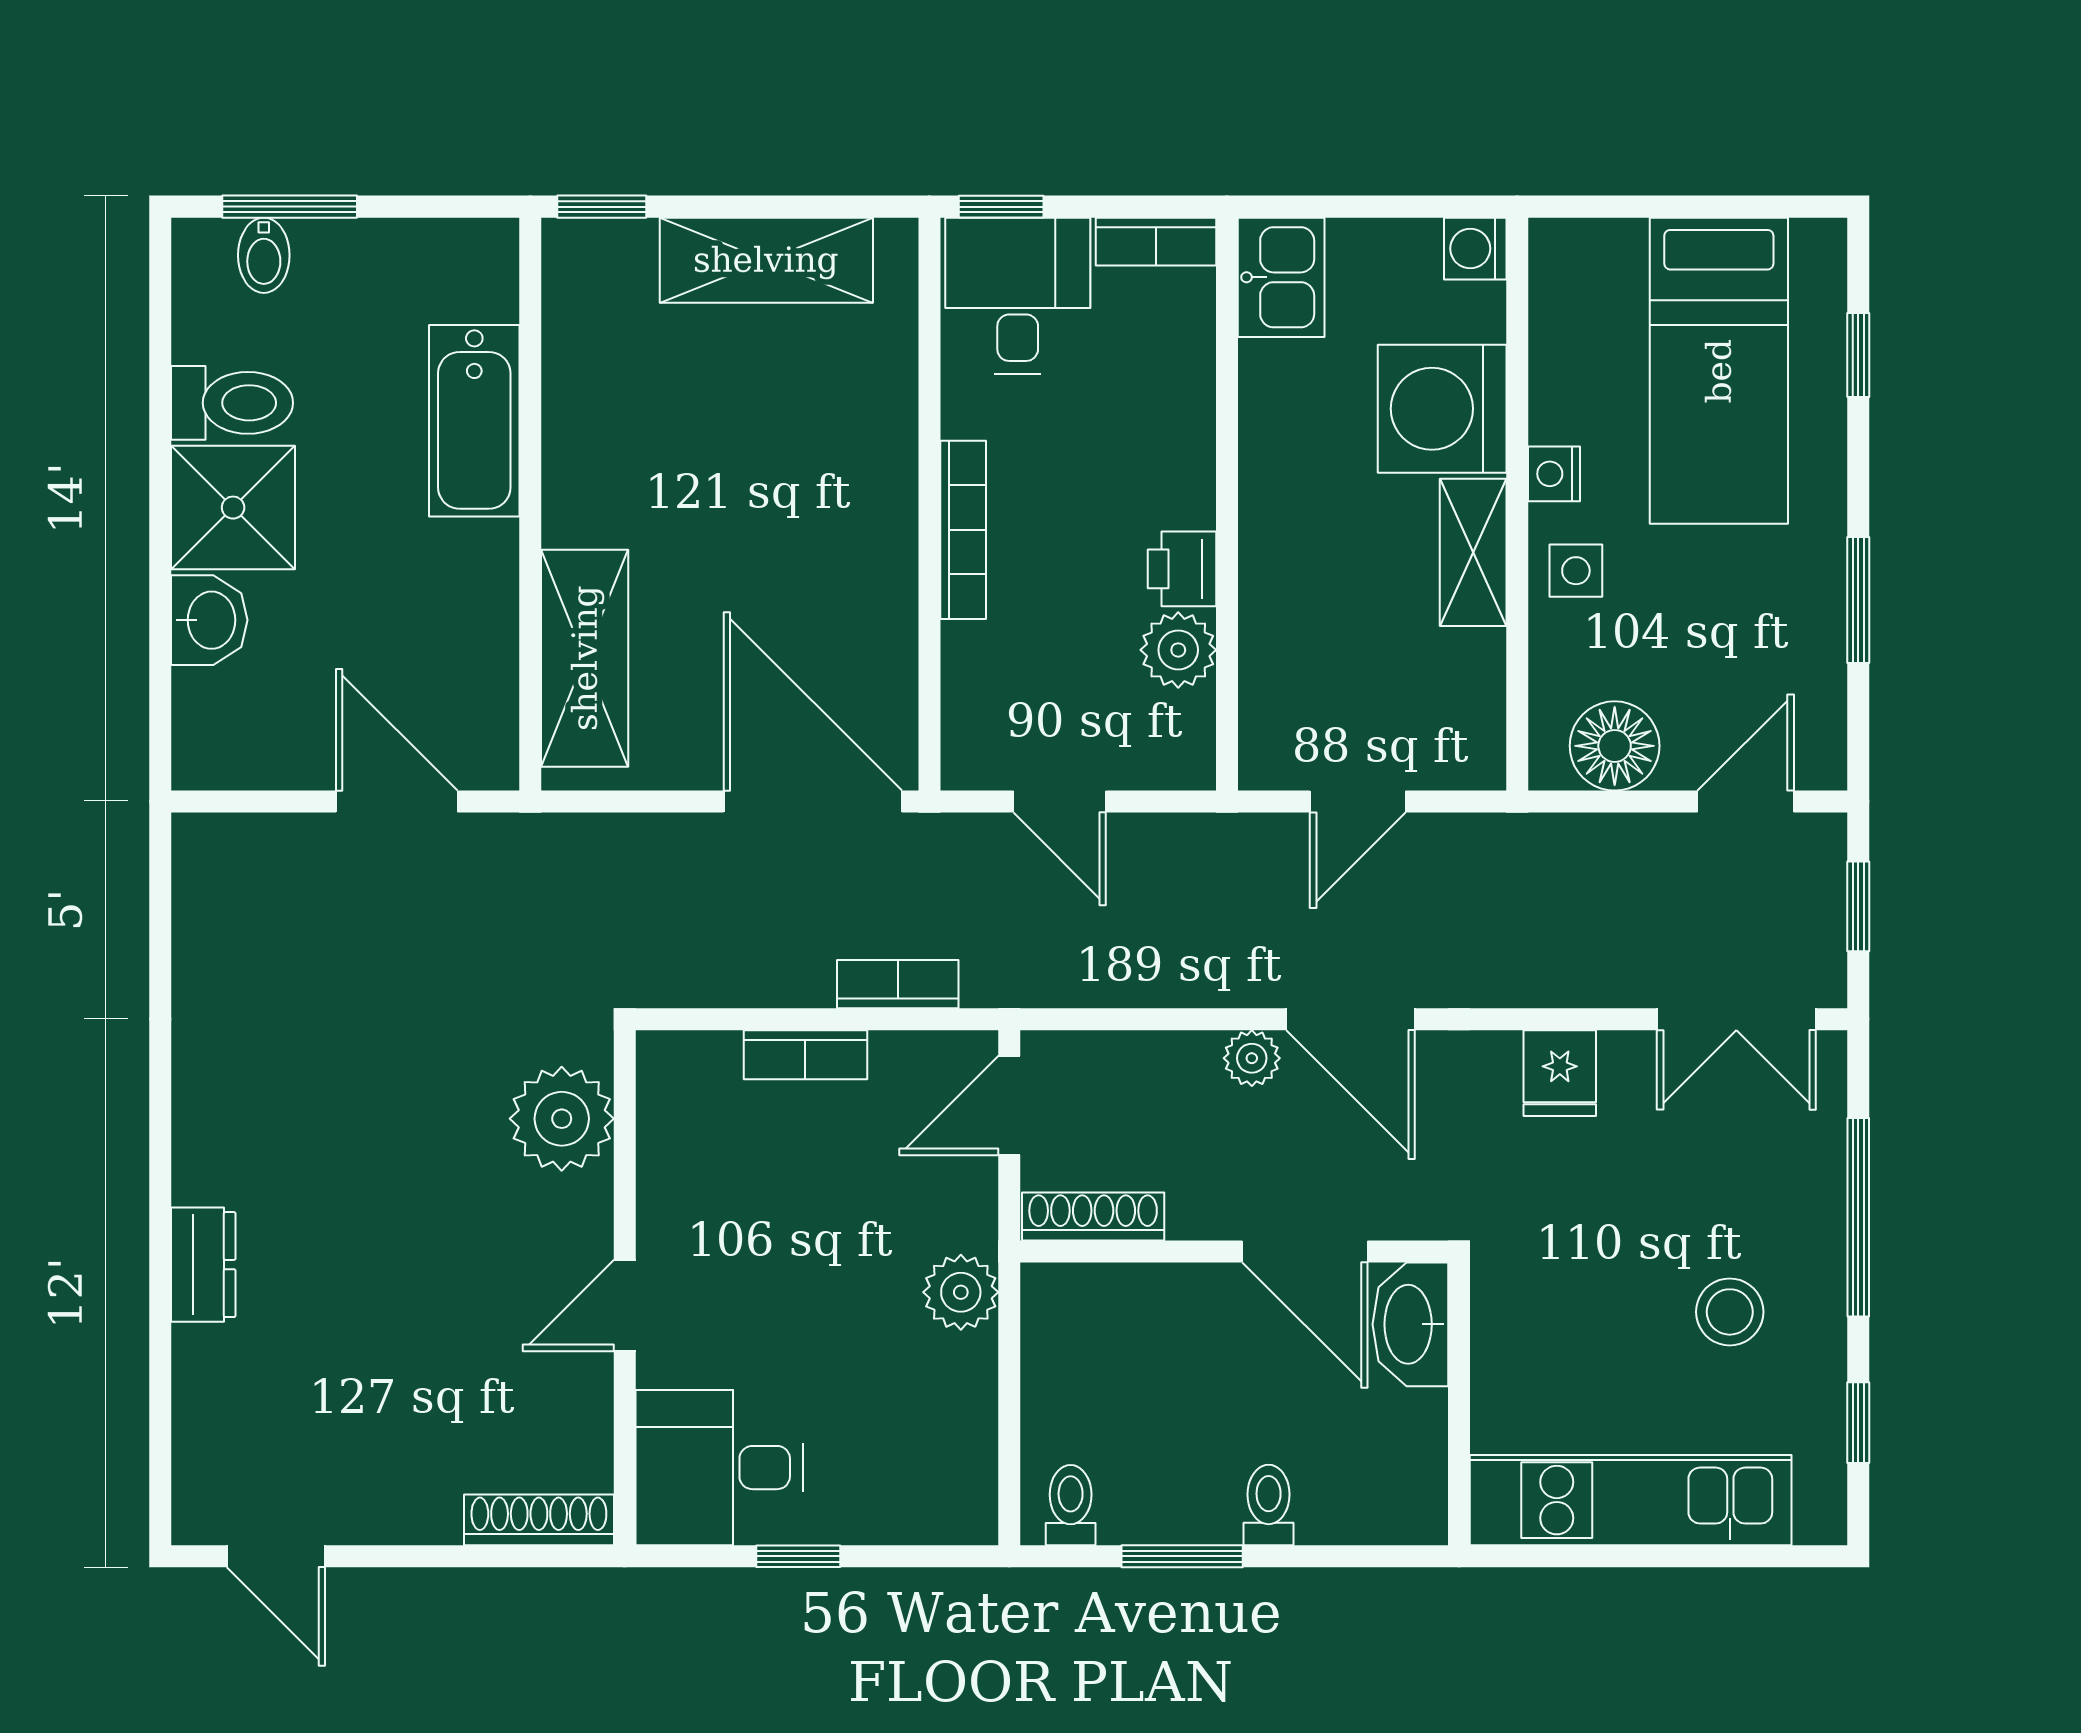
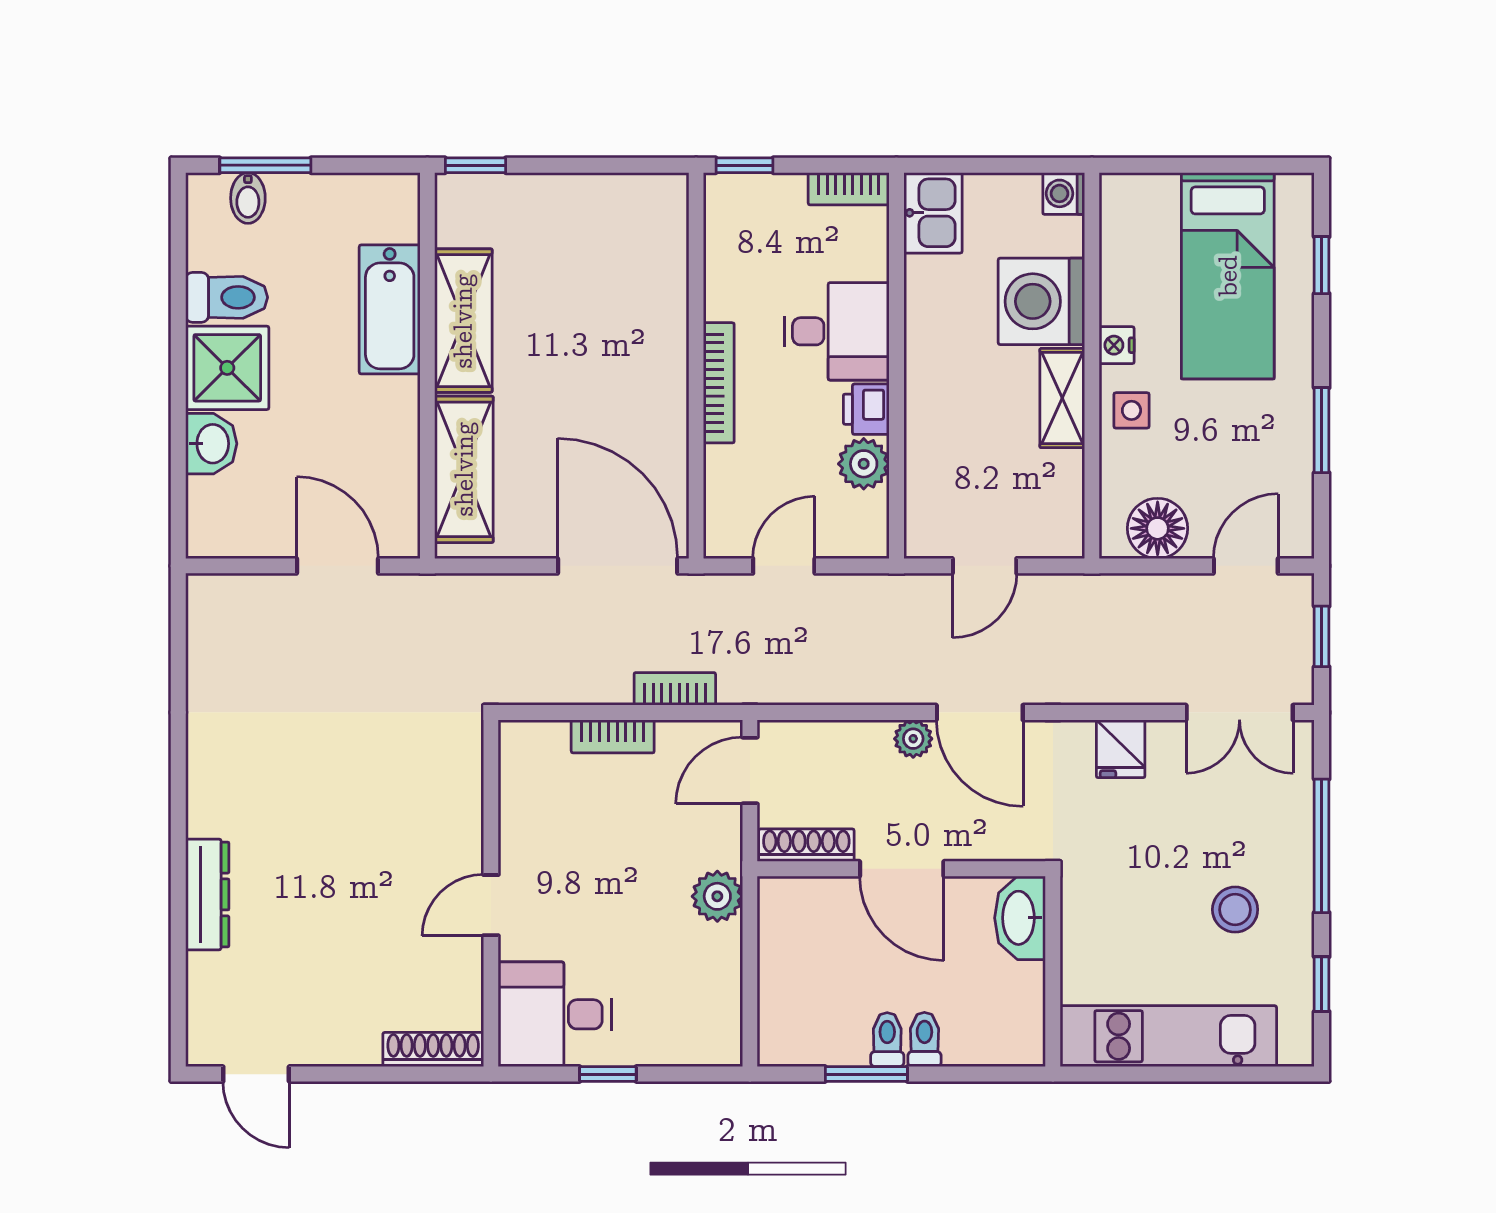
shelving: (766, 260) -> (463, 321), moved, turned 90
desk: (1018, 296) -> (837, 331), moved, turned 90
door: (1060, 802) -> (784, 566), swing flipped
plant: (562, 1119) -> (449, 779), removed
door: (1305, 1251) -> (902, 869), moved
dresser: (203, 1265) -> (207, 894), width x1.44
toilet: (1071, 1505) -> (887, 1040), moved

